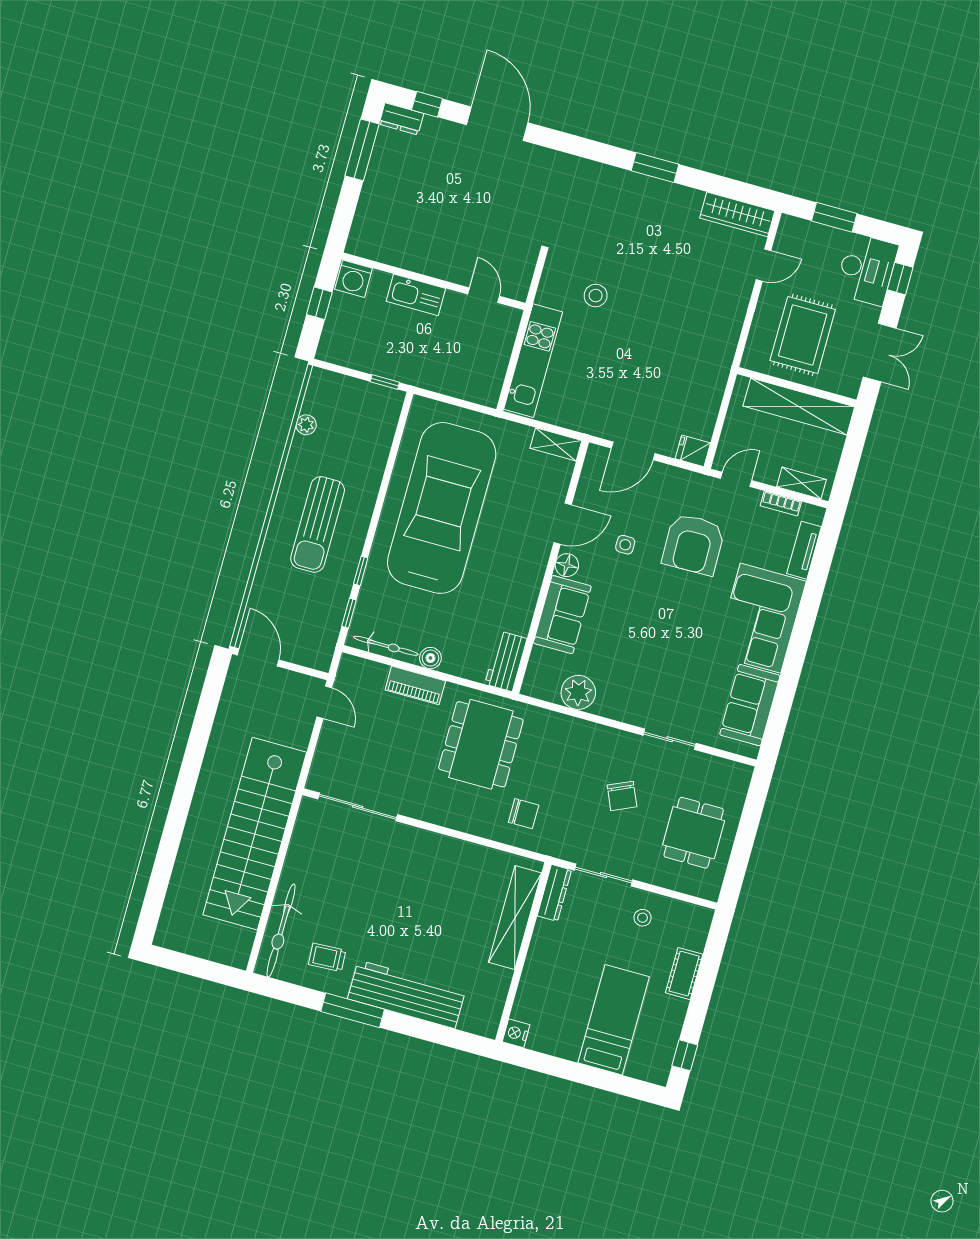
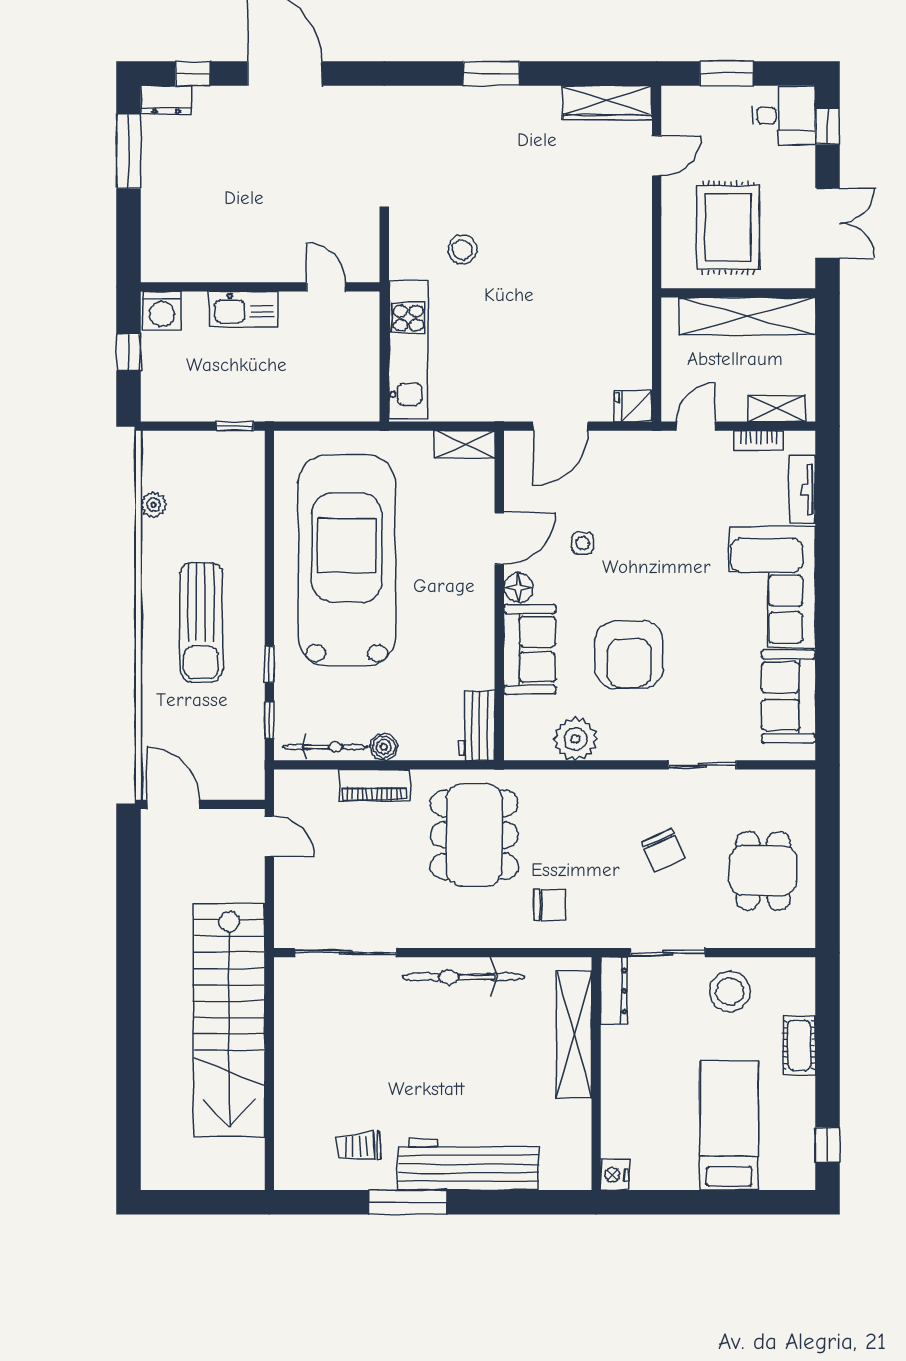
desk: (867, 269) -> (784, 115), width x0.73
armchair: (693, 544) -> (629, 655), moved
stool: (643, 918) -> (730, 991), width x1.89, depth x1.89
bicycle: (281, 930) -> (463, 977), moved, turned 90

